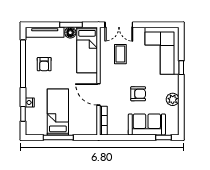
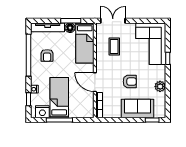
double door: (119, 25) -> (113, 21), swing flipped
nightstand: (39, 128) -> (42, 112), added

